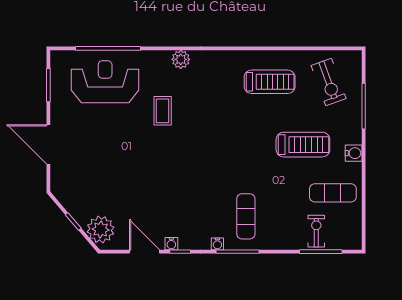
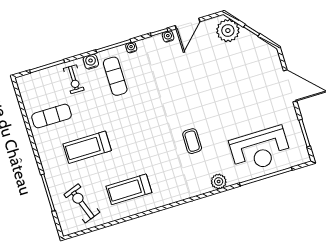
plant: (181, 59) -> (219, 182), moved
coffee table: (163, 111) -> (192, 141), moved
water cooler: (354, 153) -> (91, 62), moved, turned 90
exercise bike: (316, 231) -> (74, 79), moved
door: (144, 252) -> (188, 24), hinge flipped

